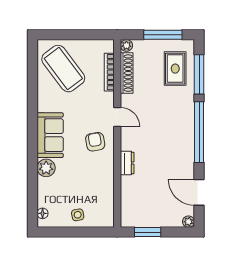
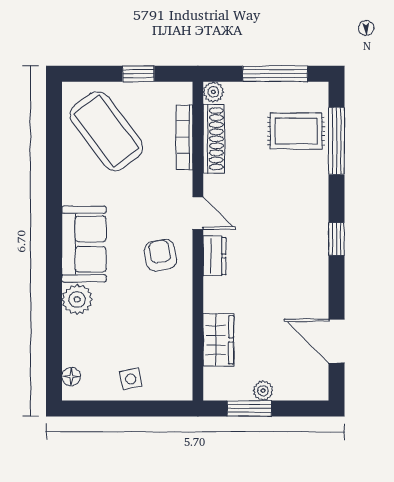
window: (82, 35) -> (138, 74), added
rug: (175, 69) -> (296, 131), turned 90
window: (199, 132) -> (336, 239), width x0.32
dresser: (127, 163) -> (214, 256), moved
wardrobe: (129, 192) -> (218, 340), added
plant: (189, 222) -> (263, 391), moved

